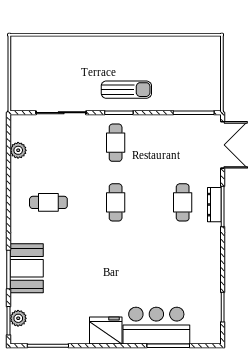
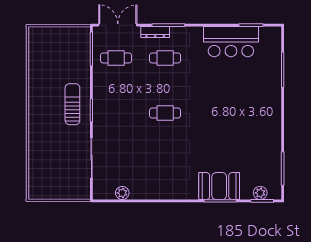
cafe table: (116, 143) -> (116, 58), moved
cafe table: (48, 202) -> (165, 168), removed
dresser: (214, 205) -> (155, 32), moved
bar counter: (156, 326) -> (231, 42), moved, turned -90
fridge: (106, 331) -> (270, 121), removed

